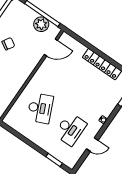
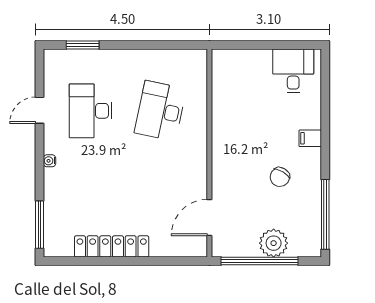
plant: (41, 24) -> (274, 243), moved
desk: (40, 108) -> (160, 111), turned 36

